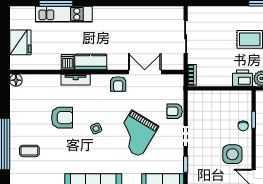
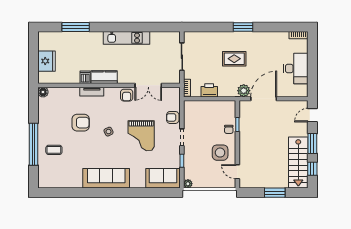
kitchen unit: (64, 14) -> (126, 38), moved
double door: (145, 72) -> (148, 85), swing flipped
printer: (243, 78) -> (209, 90), moved
grand piano: (136, 134) -> (141, 136), turned -31

